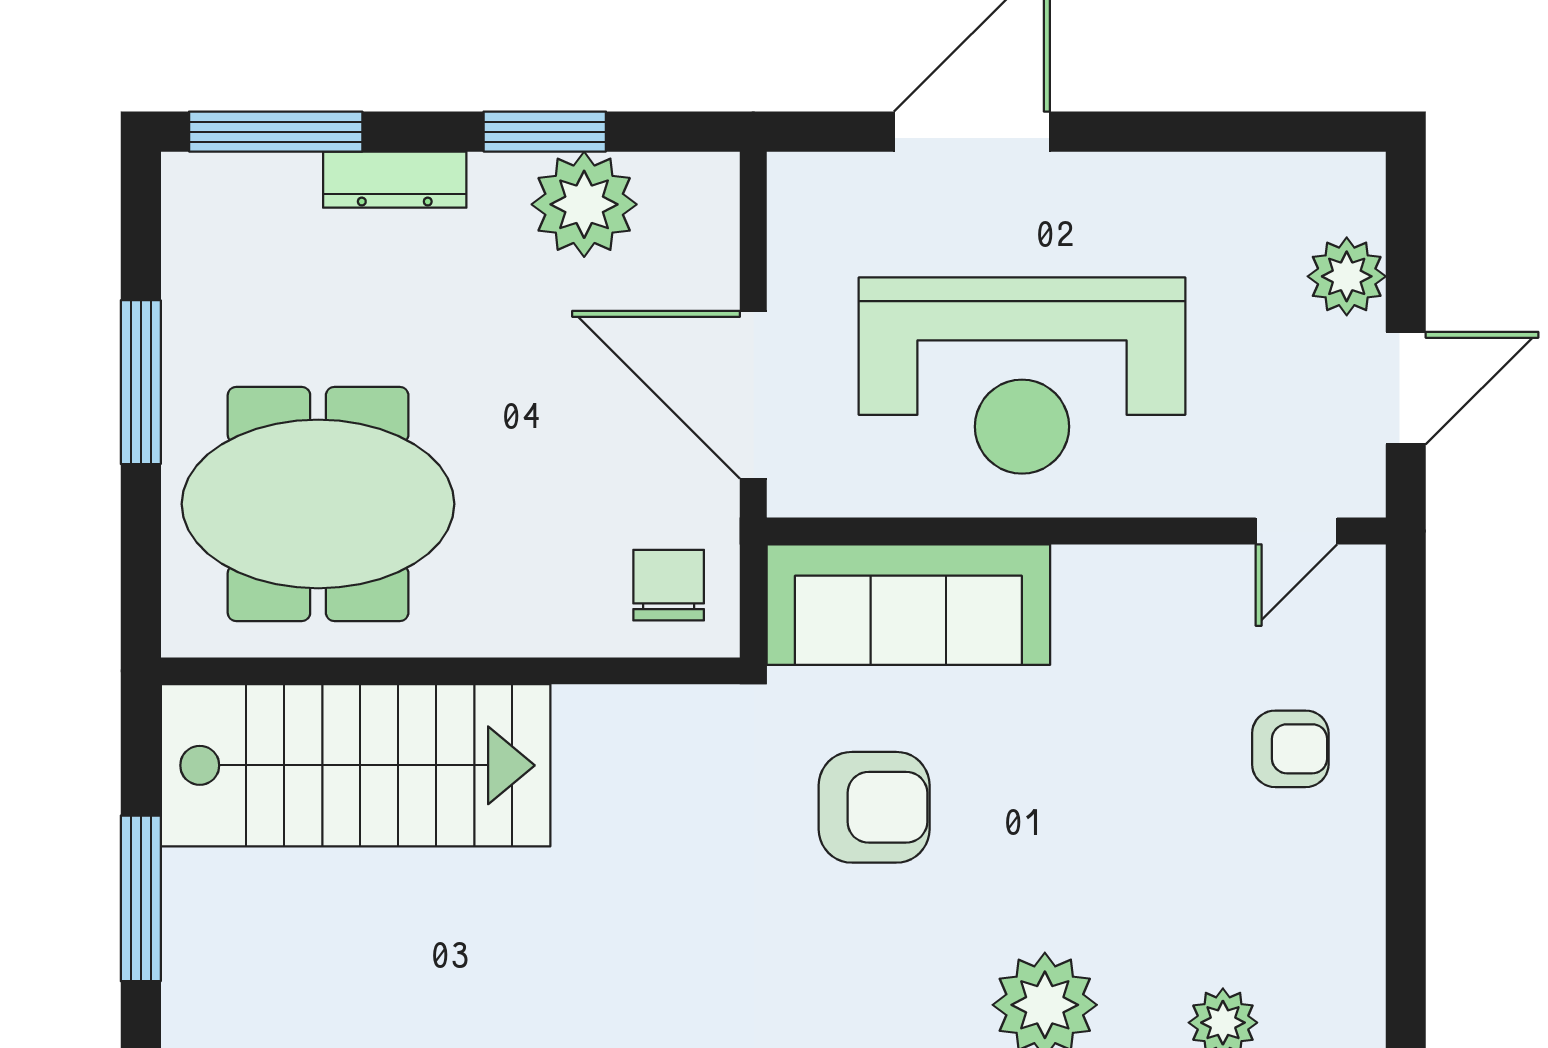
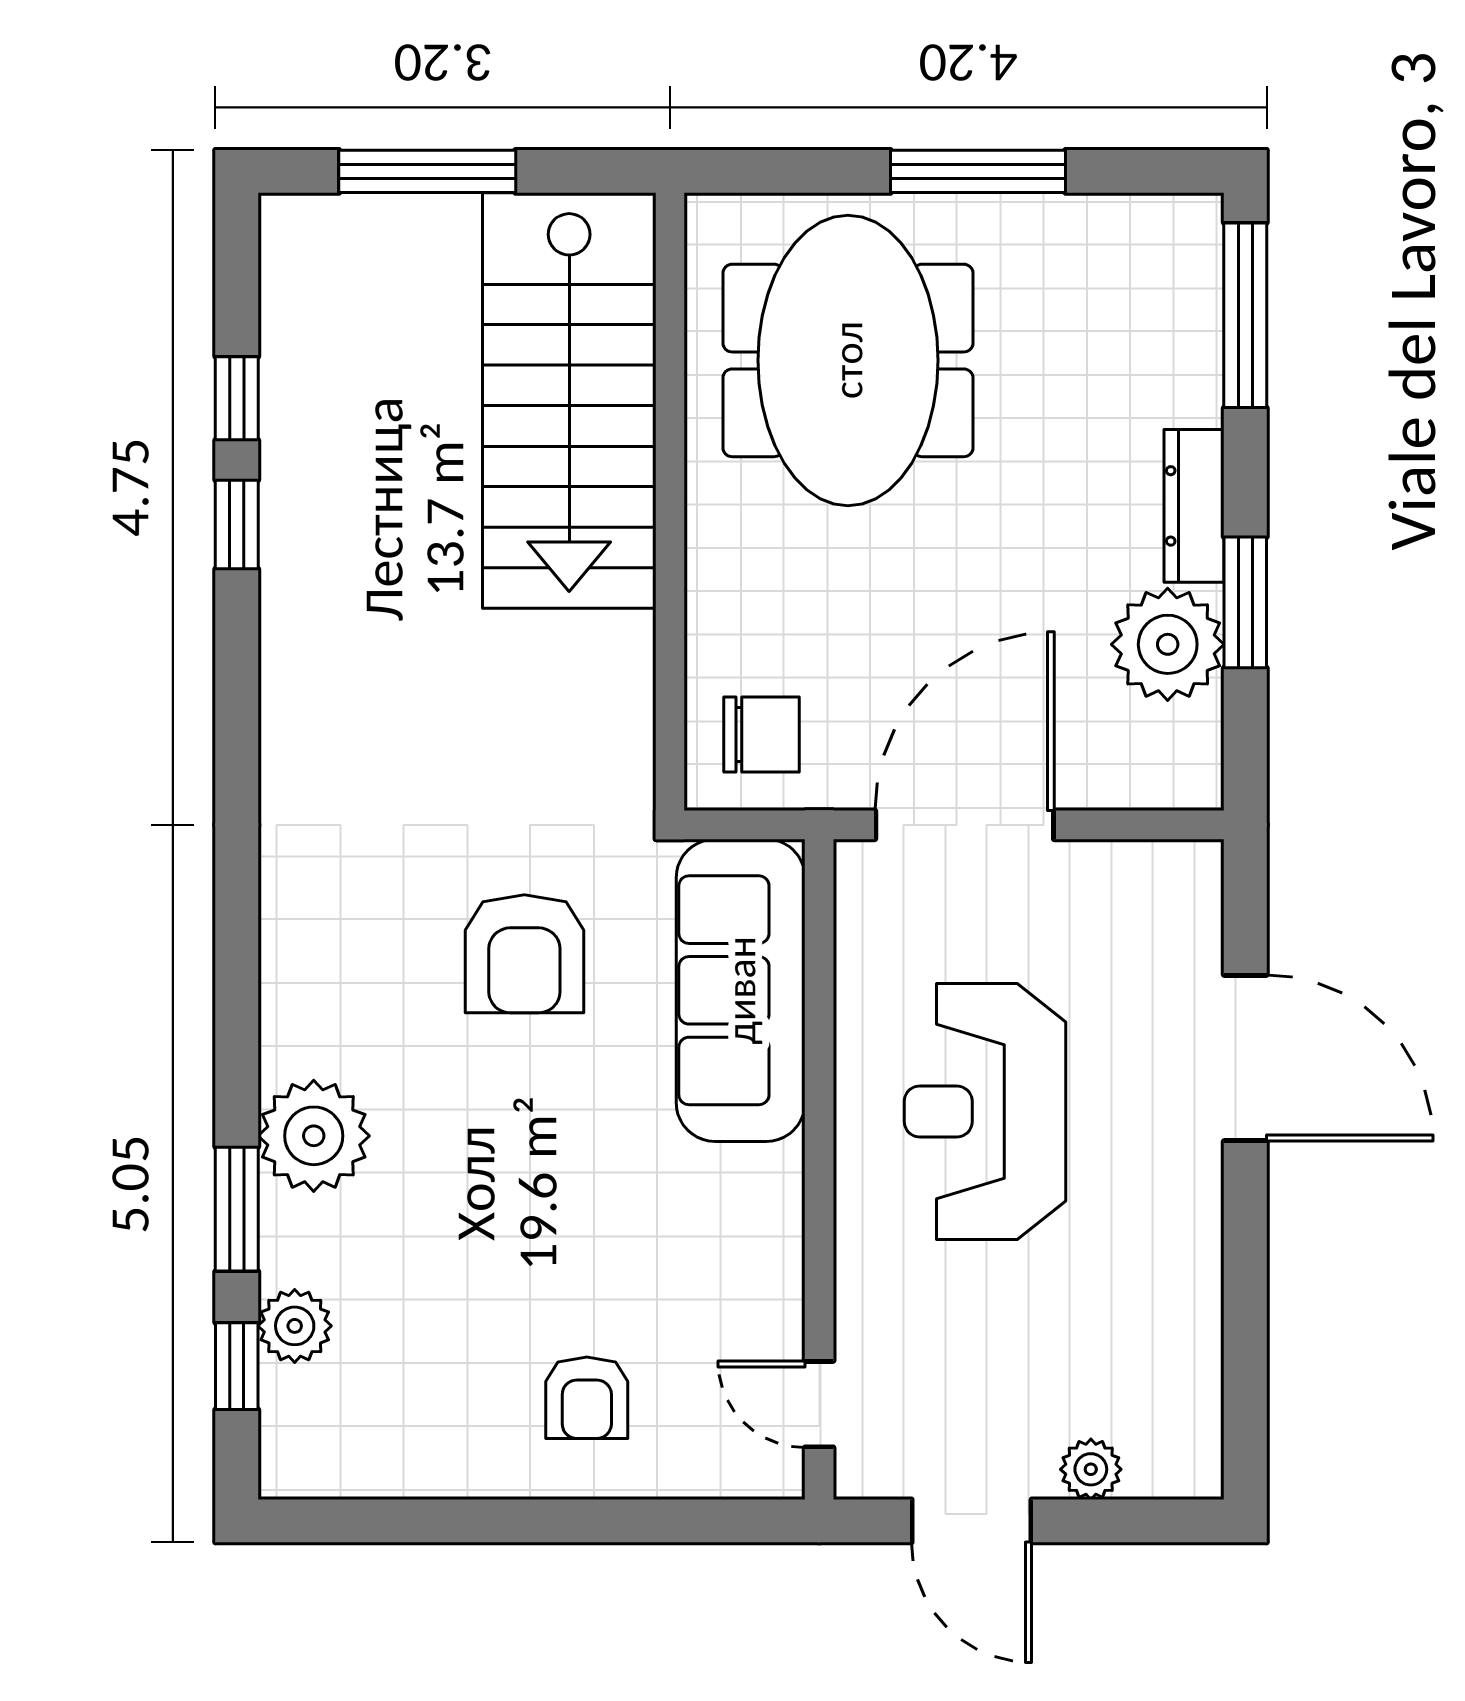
dresser: (395, 180) -> (1194, 506), moved
plant: (1347, 276) -> (1091, 1469), width x0.73, depth x0.73
reception desk: (1022, 376) -> (985, 1111), width x0.74, depth x0.77

